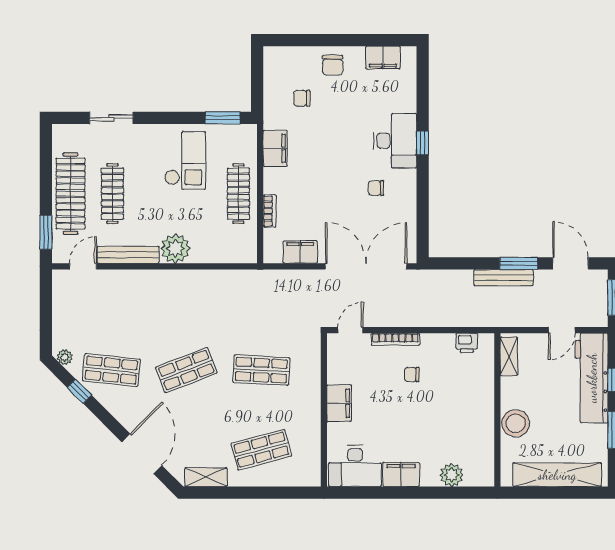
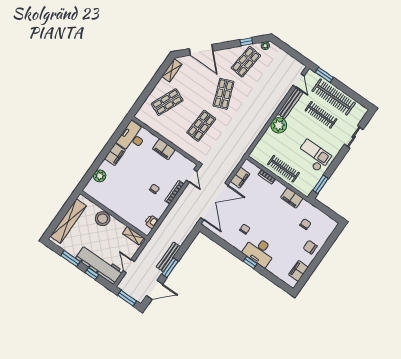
checkout: (185, 160) -> (313, 156), turned 180
shop shelf: (261, 450) -> (167, 102), turned 39

